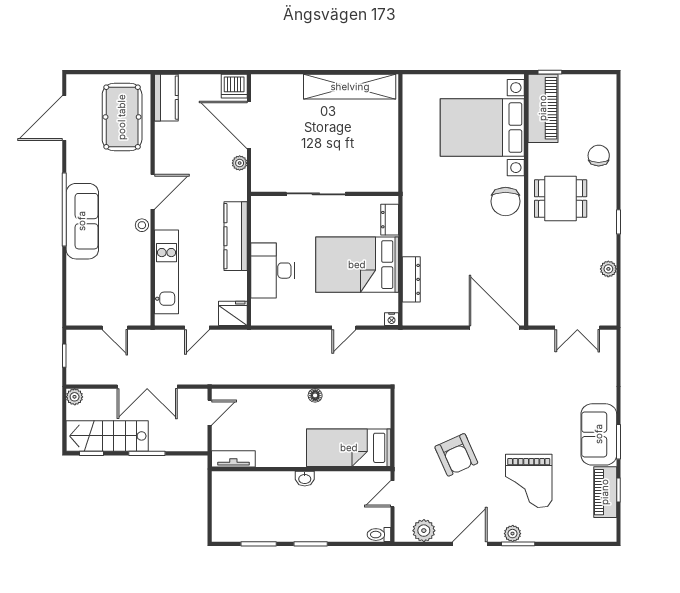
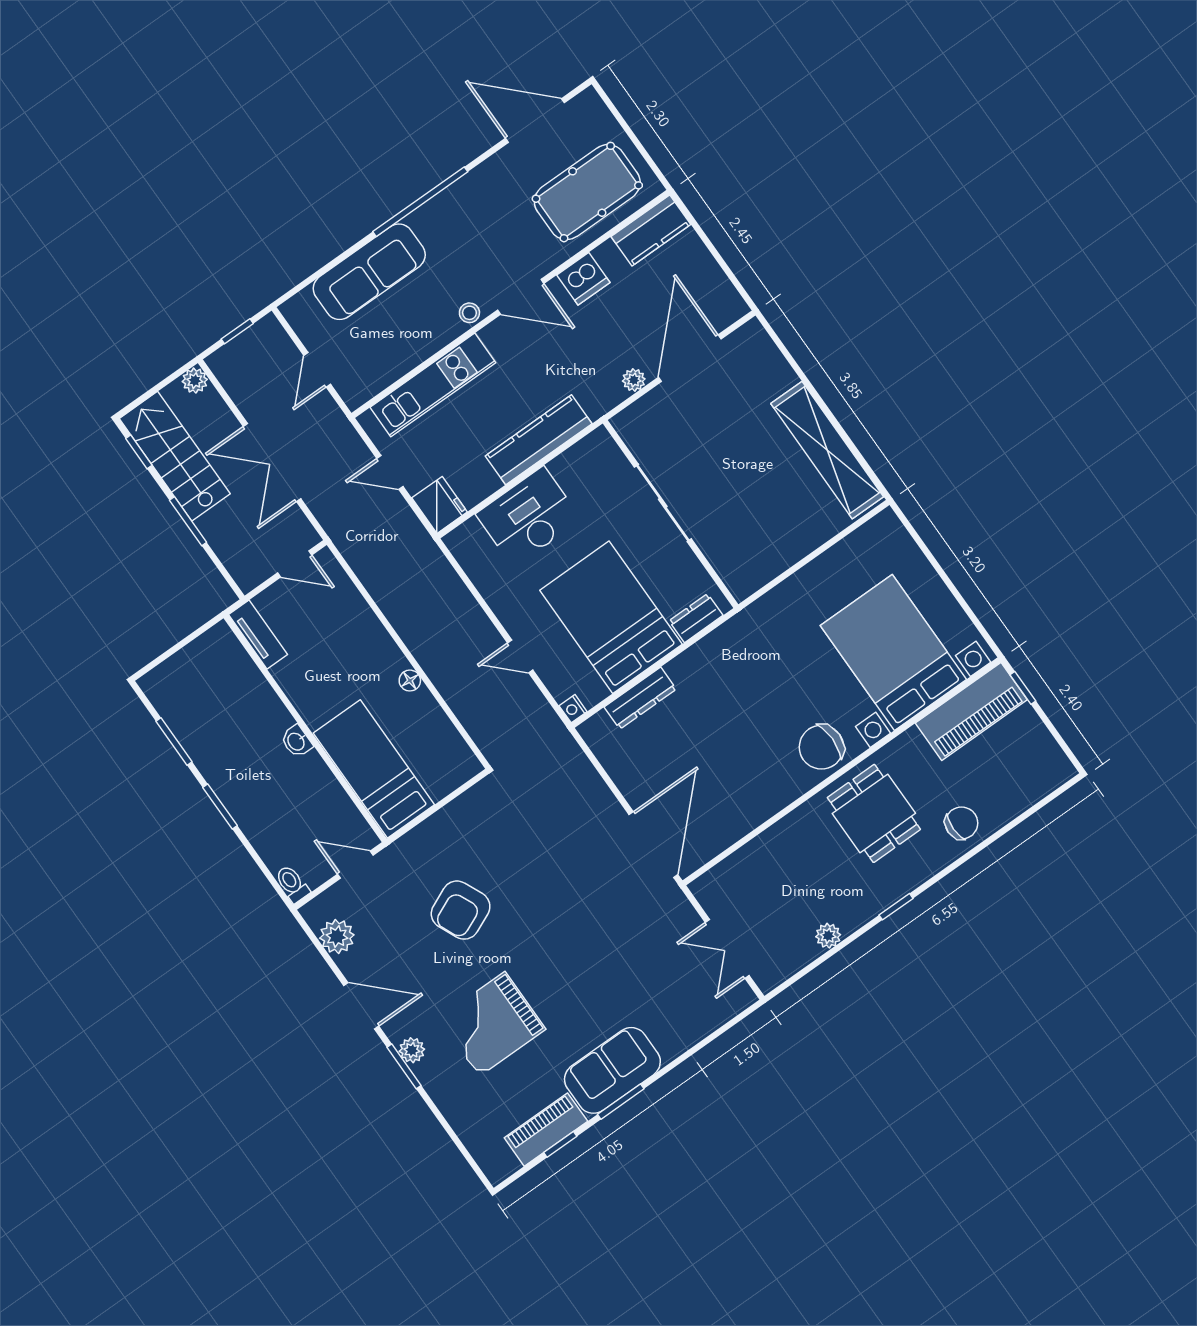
dishwasher: (234, 86) -> (583, 279), moved, turned -90
sofa: (82, 221) -> (369, 272), moved

